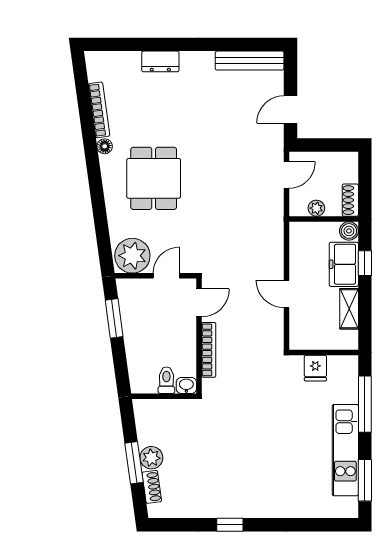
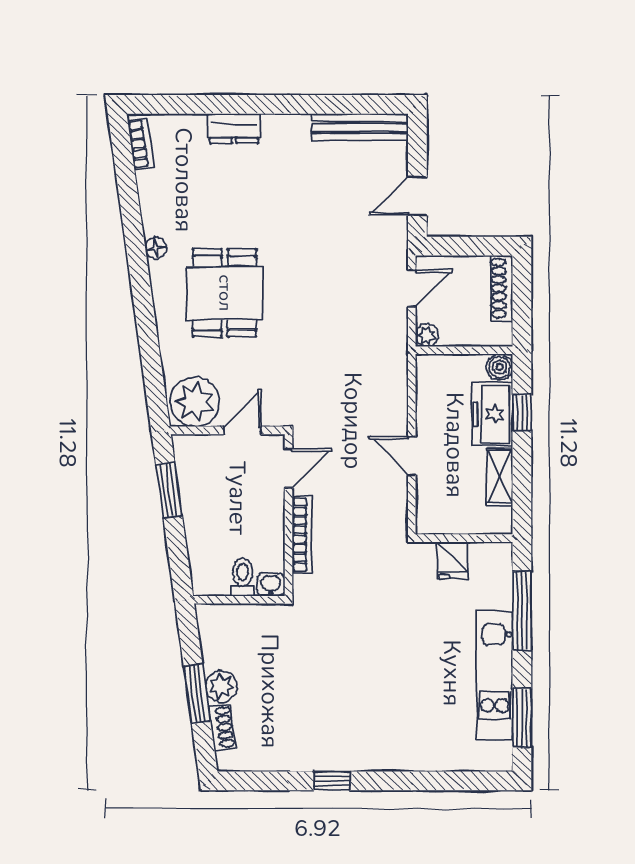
bookcase: (99, 110) -> (141, 144), moved, width x0.64
shoe rack: (350, 200) -> (502, 288), moved, width x1.43
plant: (316, 208) -> (427, 335), moved

